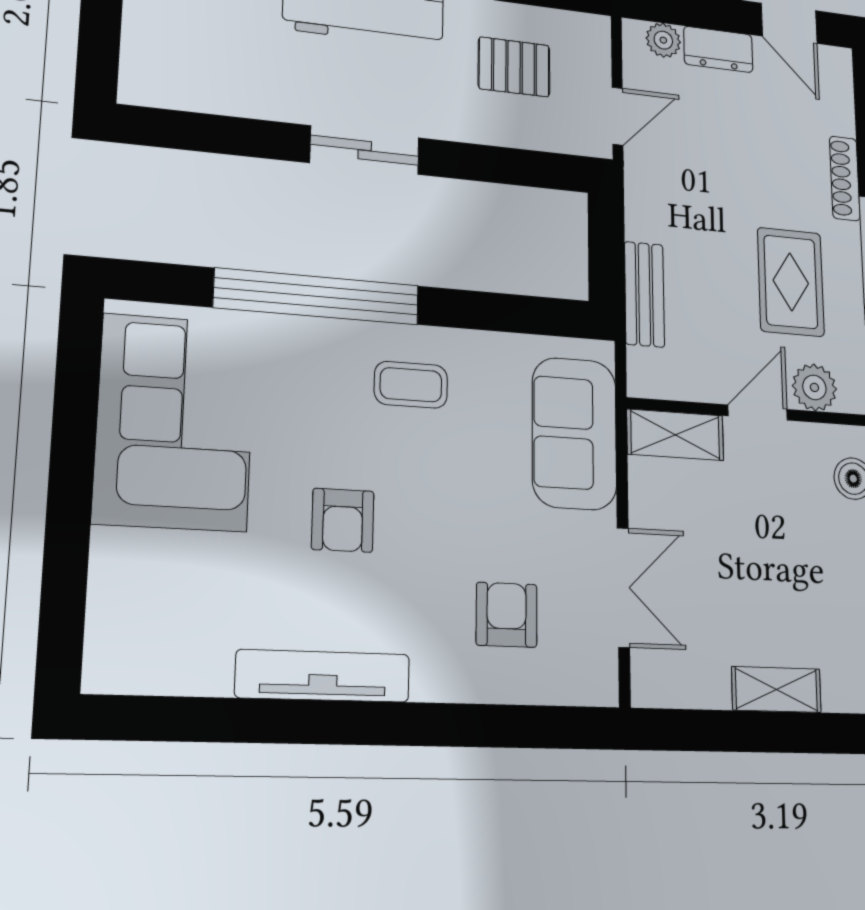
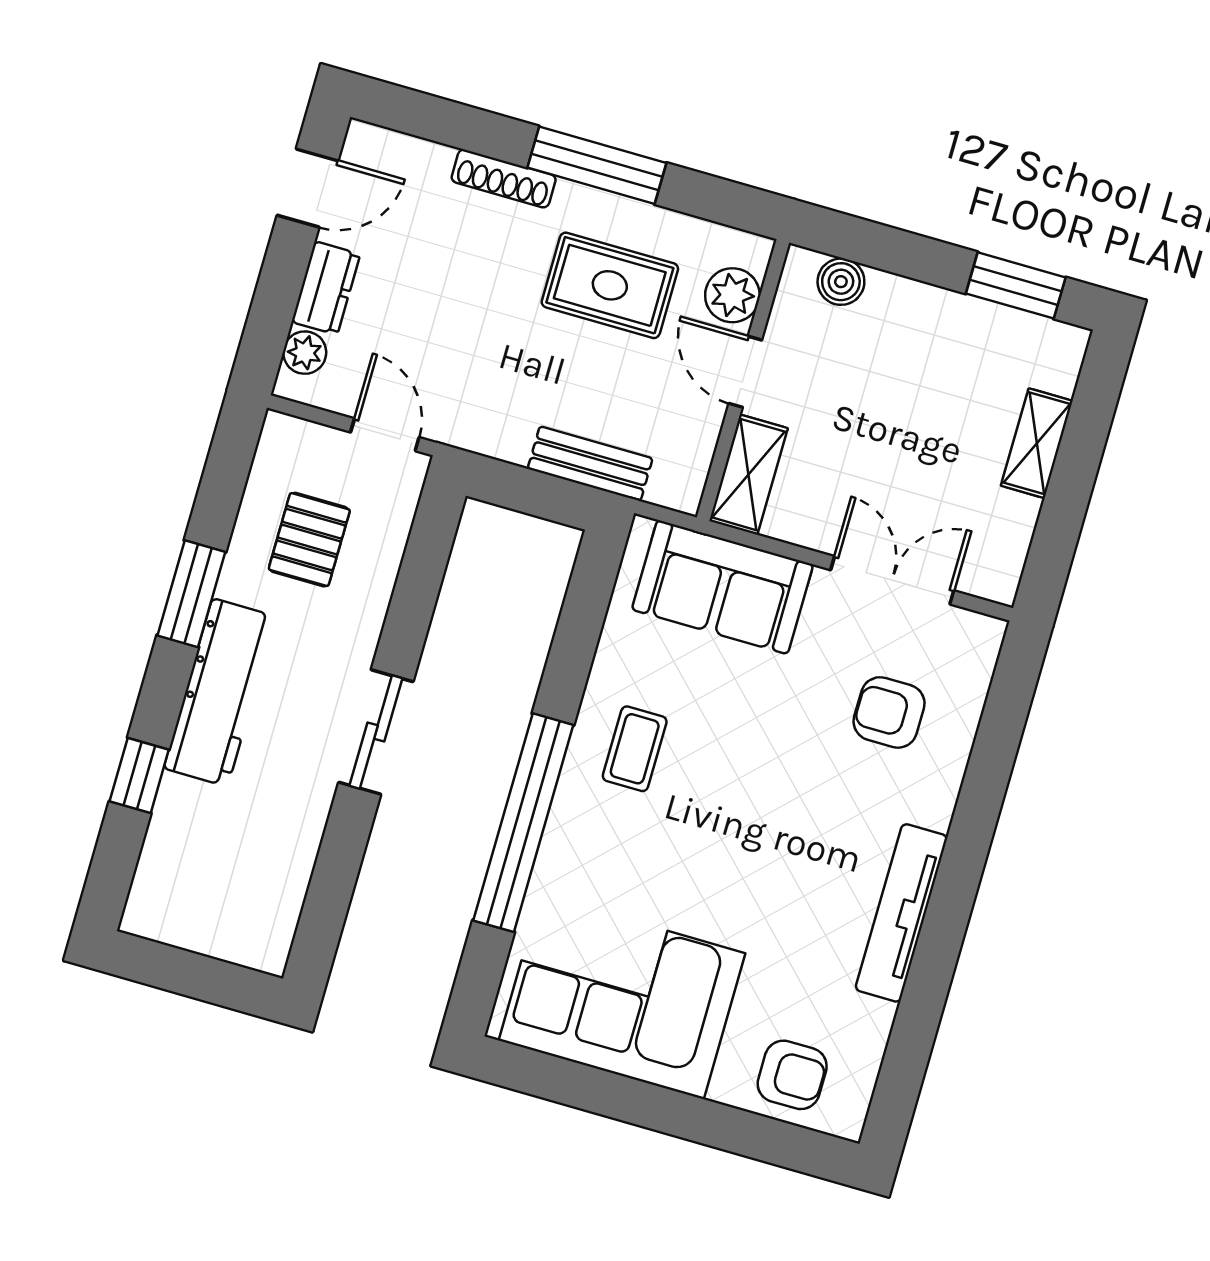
armchair: (343, 520) -> (792, 1075), moved

